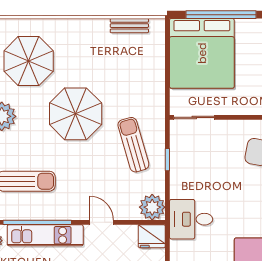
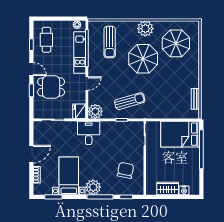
bed: (202, 53) -> (180, 134), width x0.73
parasol: (76, 114) -> (143, 59), moved

